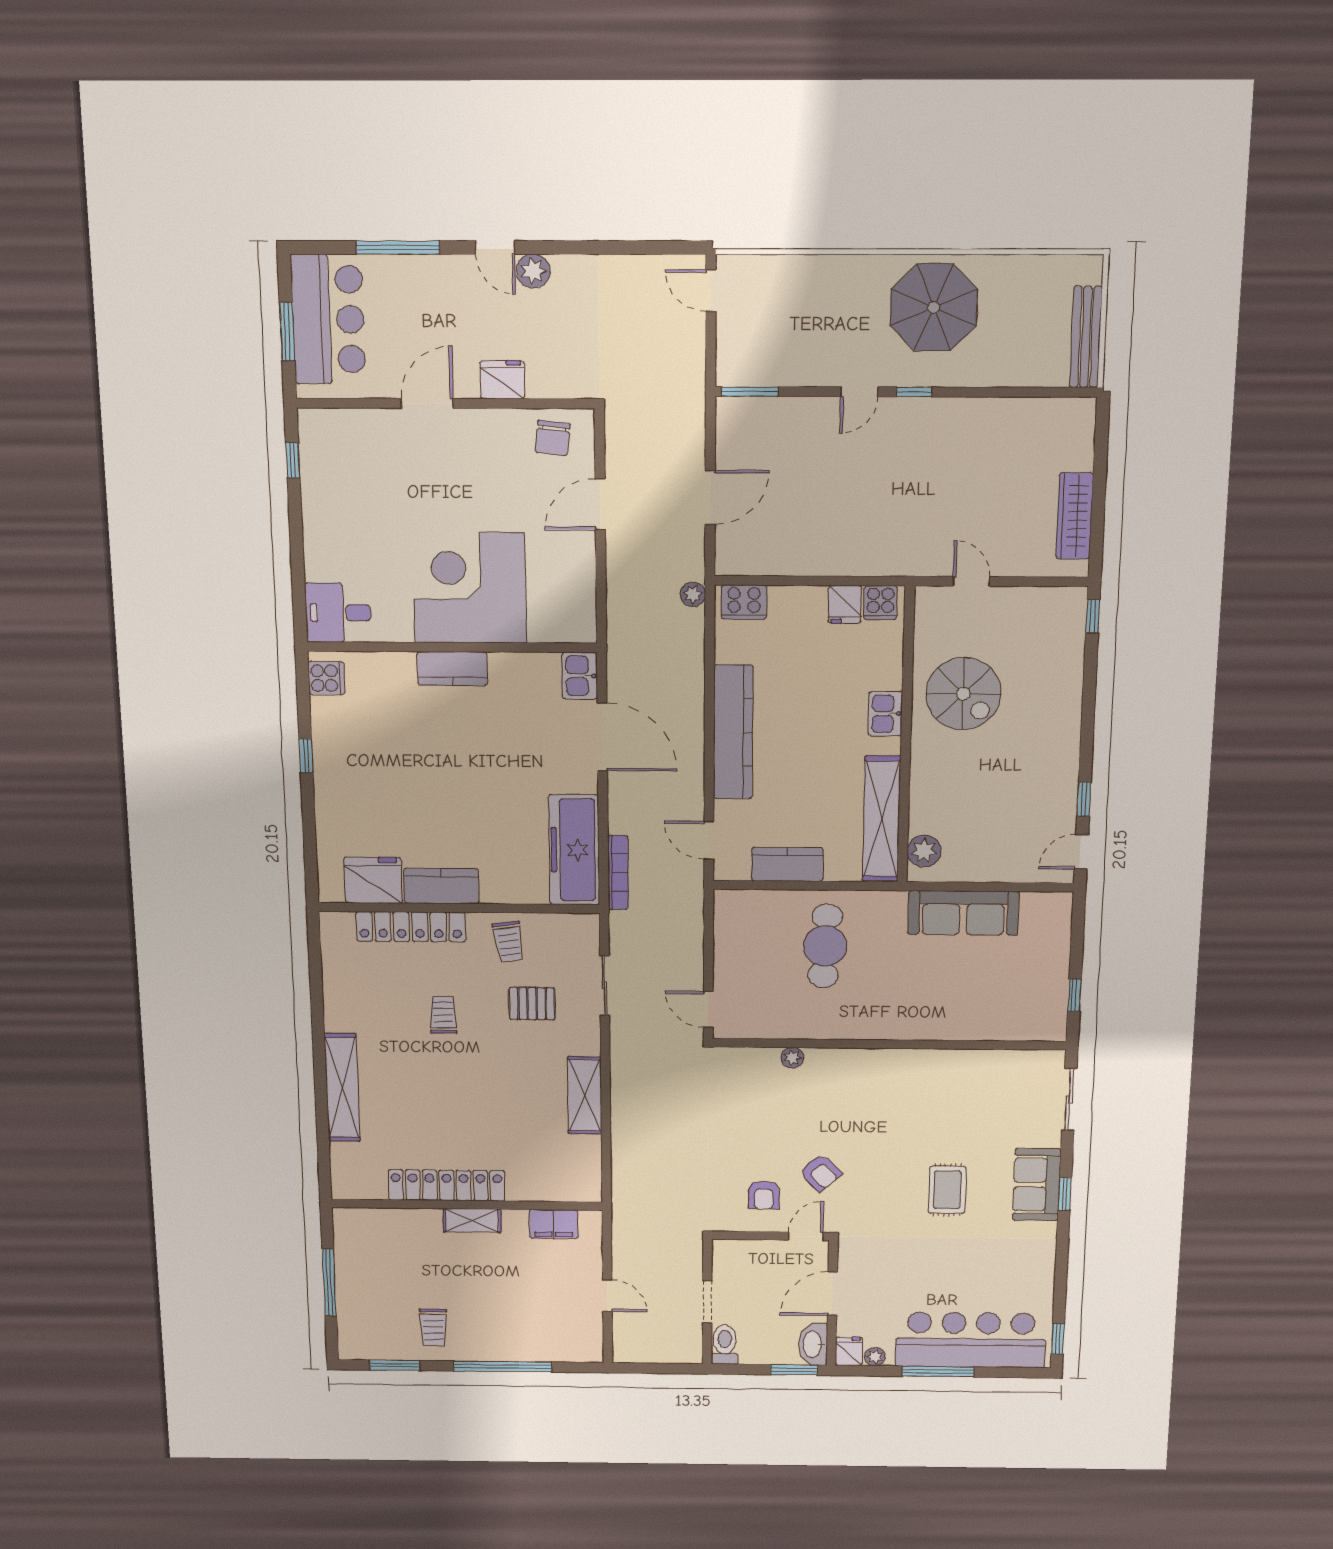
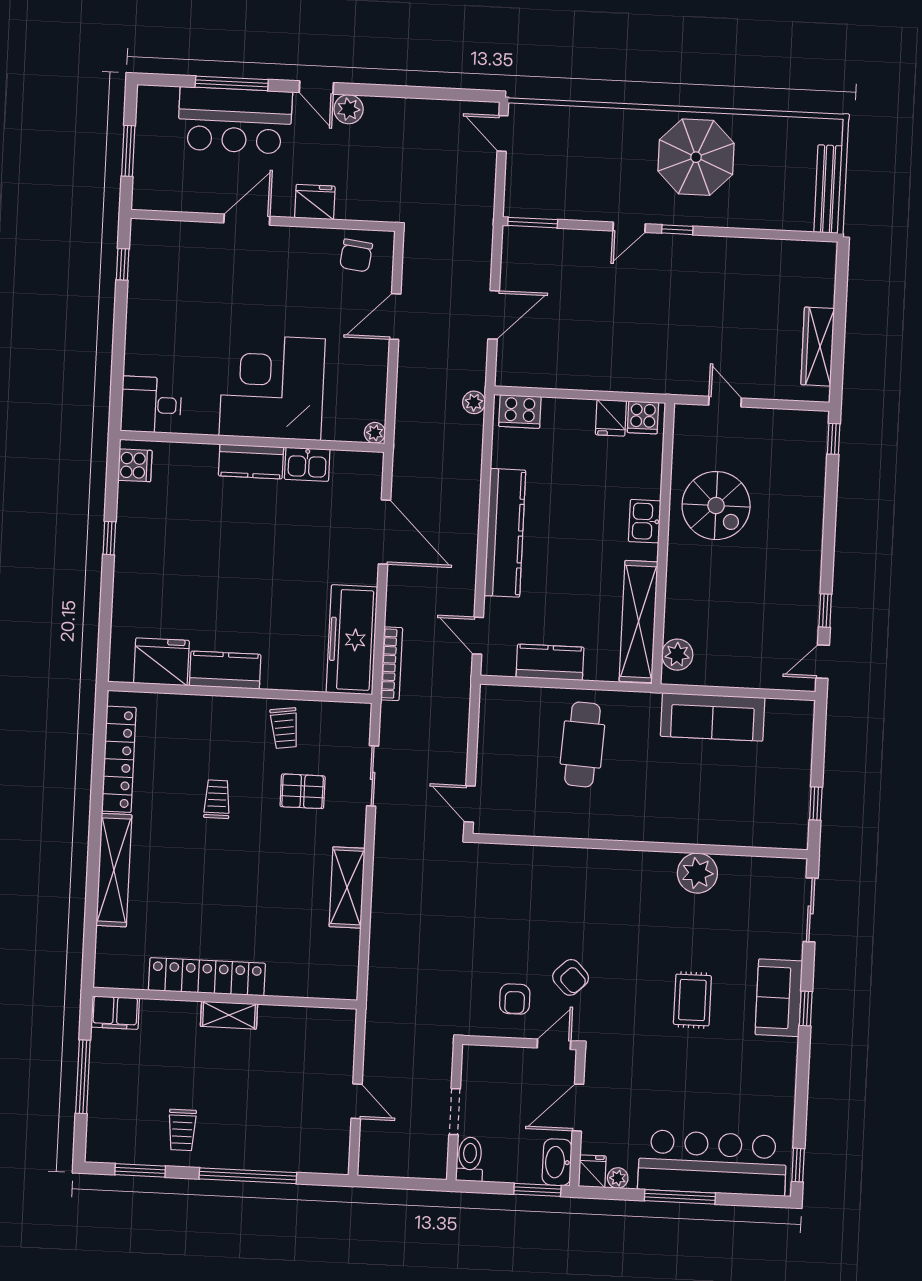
bar counter: (328, 319) -> (235, 120), moved, turned 90
plant: (585, 632) -> (375, 433), added
kitchen sink: (580, 676) -> (307, 464), moved, turned -90
locker: (411, 927) -> (119, 759), moved, turned -90
plant: (792, 1058) -> (697, 873), moved, width x1.88, depth x1.88
filing cabinet: (554, 1224) -> (115, 1013), moved

